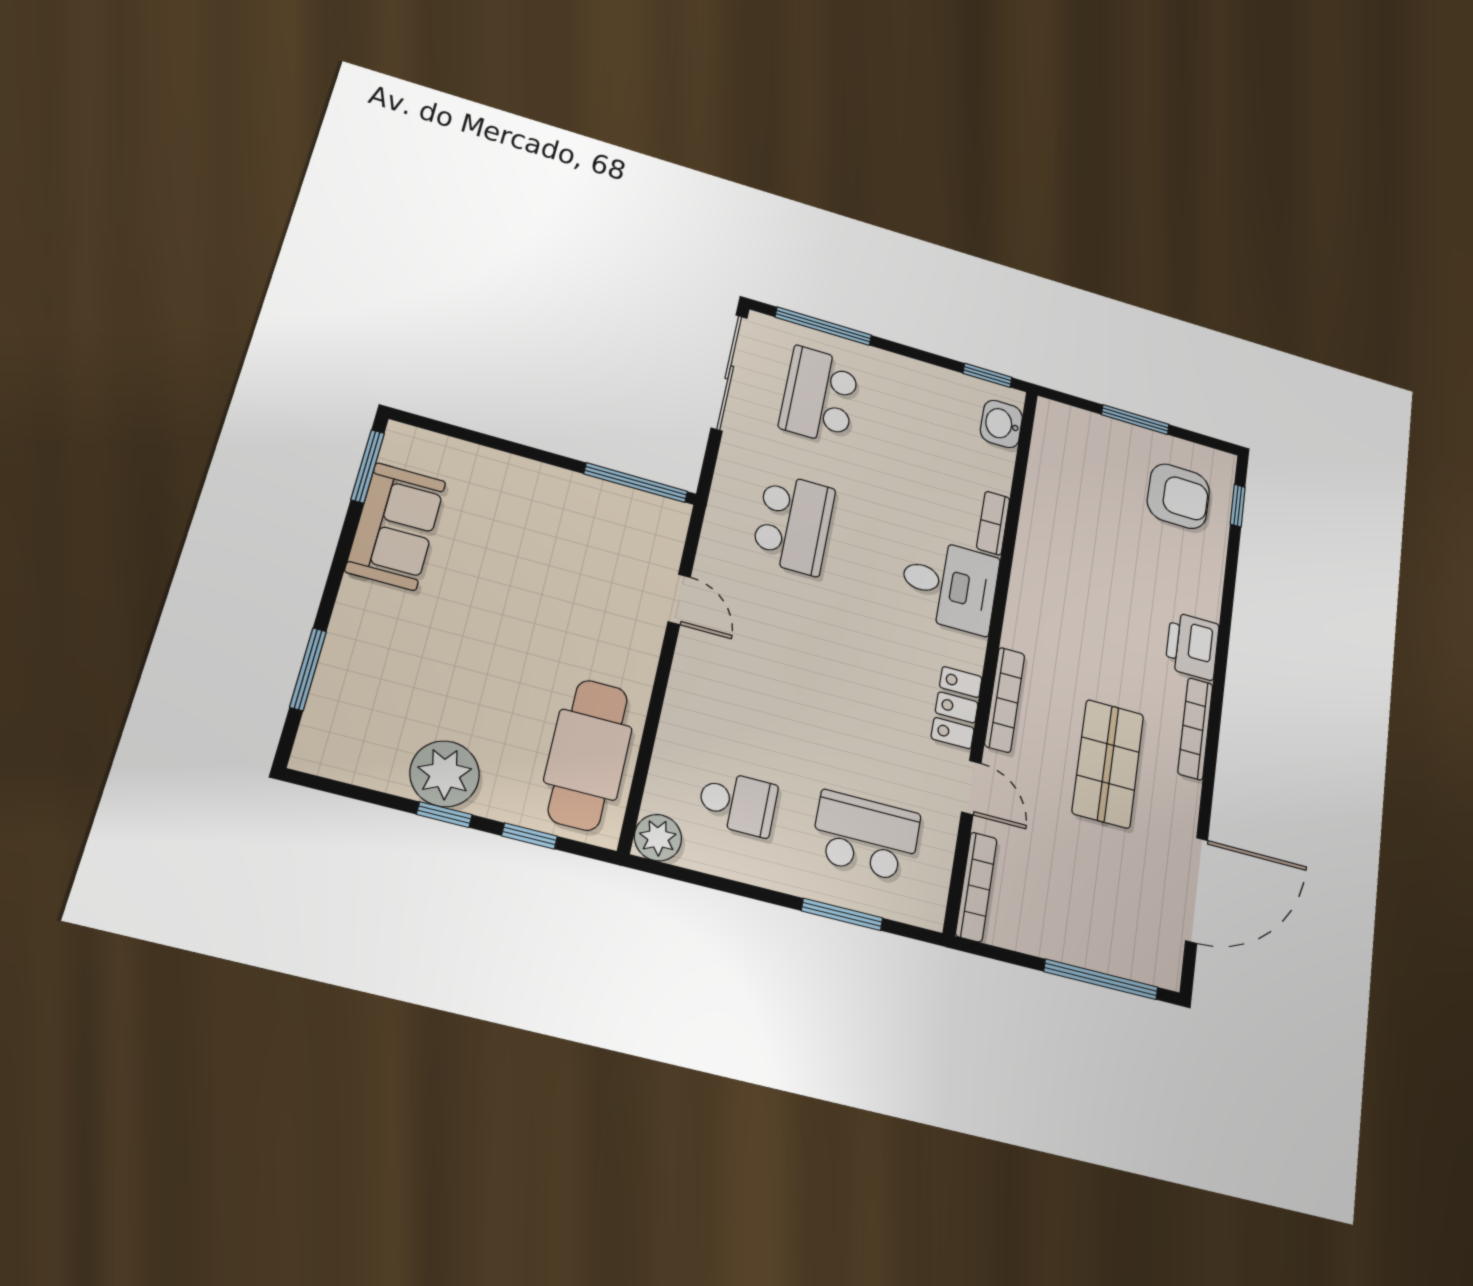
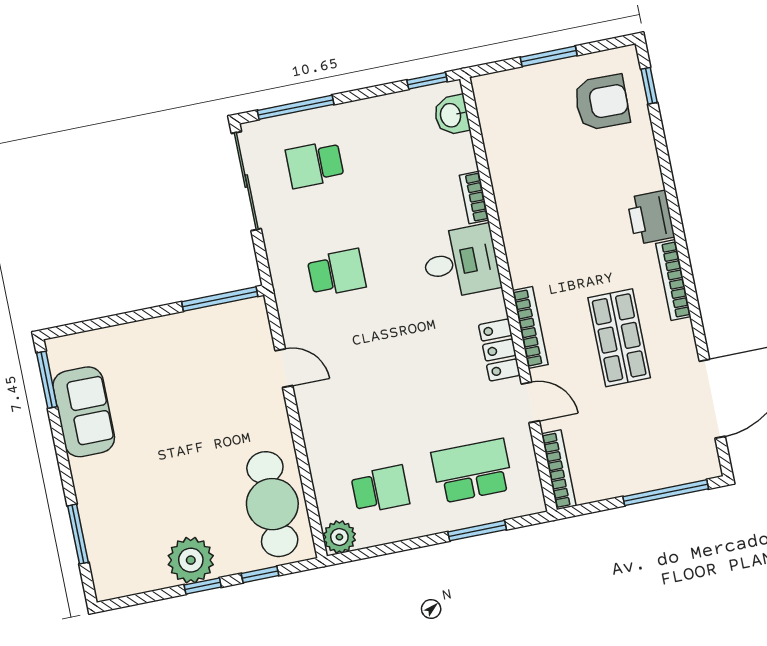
school desk: (819, 395) -> (315, 164), width x0.54
school desk: (794, 524) -> (337, 273), width x0.54

